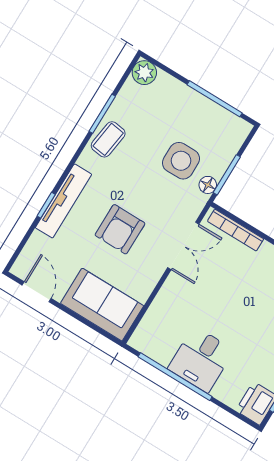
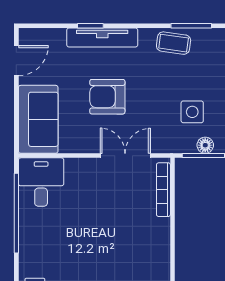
side table: (181, 161) -> (192, 112), width x0.73, depth x0.73
floor lamp: (208, 185) -> (205, 145), moved
double door: (183, 246) -> (125, 156), swing flipped
desk: (201, 359) -> (41, 182), moved, turned 90

